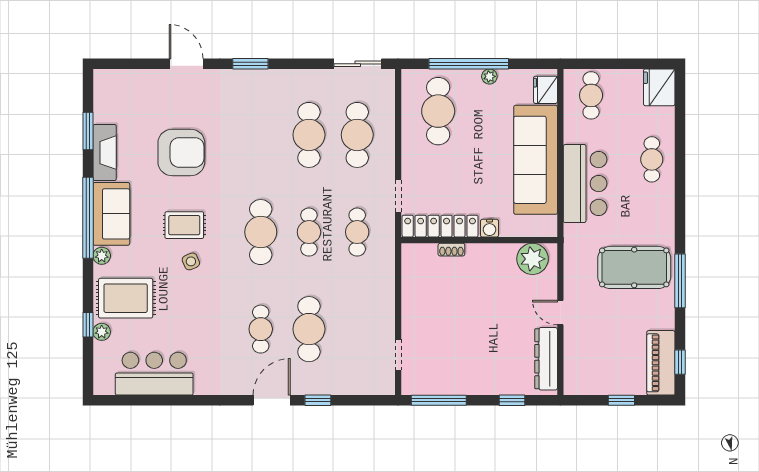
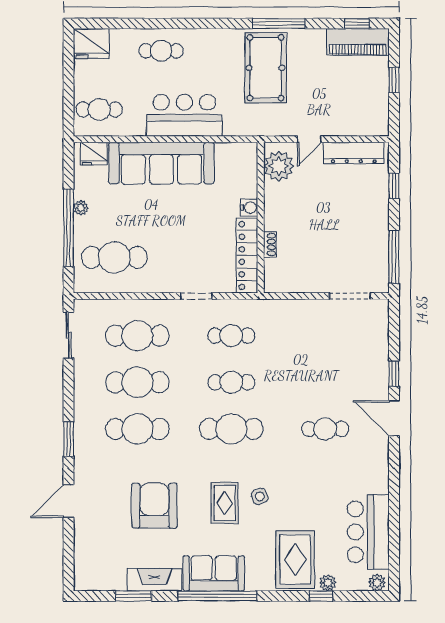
locker: (440, 226) -> (247, 255), moved
water cooler: (489, 228) -> (249, 208), moved
wall: (479, 240) -> (261, 218), moved
shoe rack: (451, 250) -> (270, 244), moved
plant: (102, 256) -> (377, 583), moved
plant: (533, 259) -> (279, 166), moved
cafe table: (309, 329) -> (137, 429), moved
doorway: (398, 355) -> (350, 296), width x1.38

